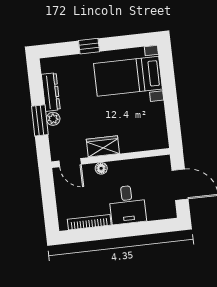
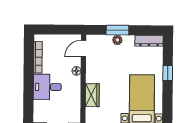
dresser: (51, 92) -> (149, 41), moved
wardrobe: (103, 146) -> (92, 95), moved

